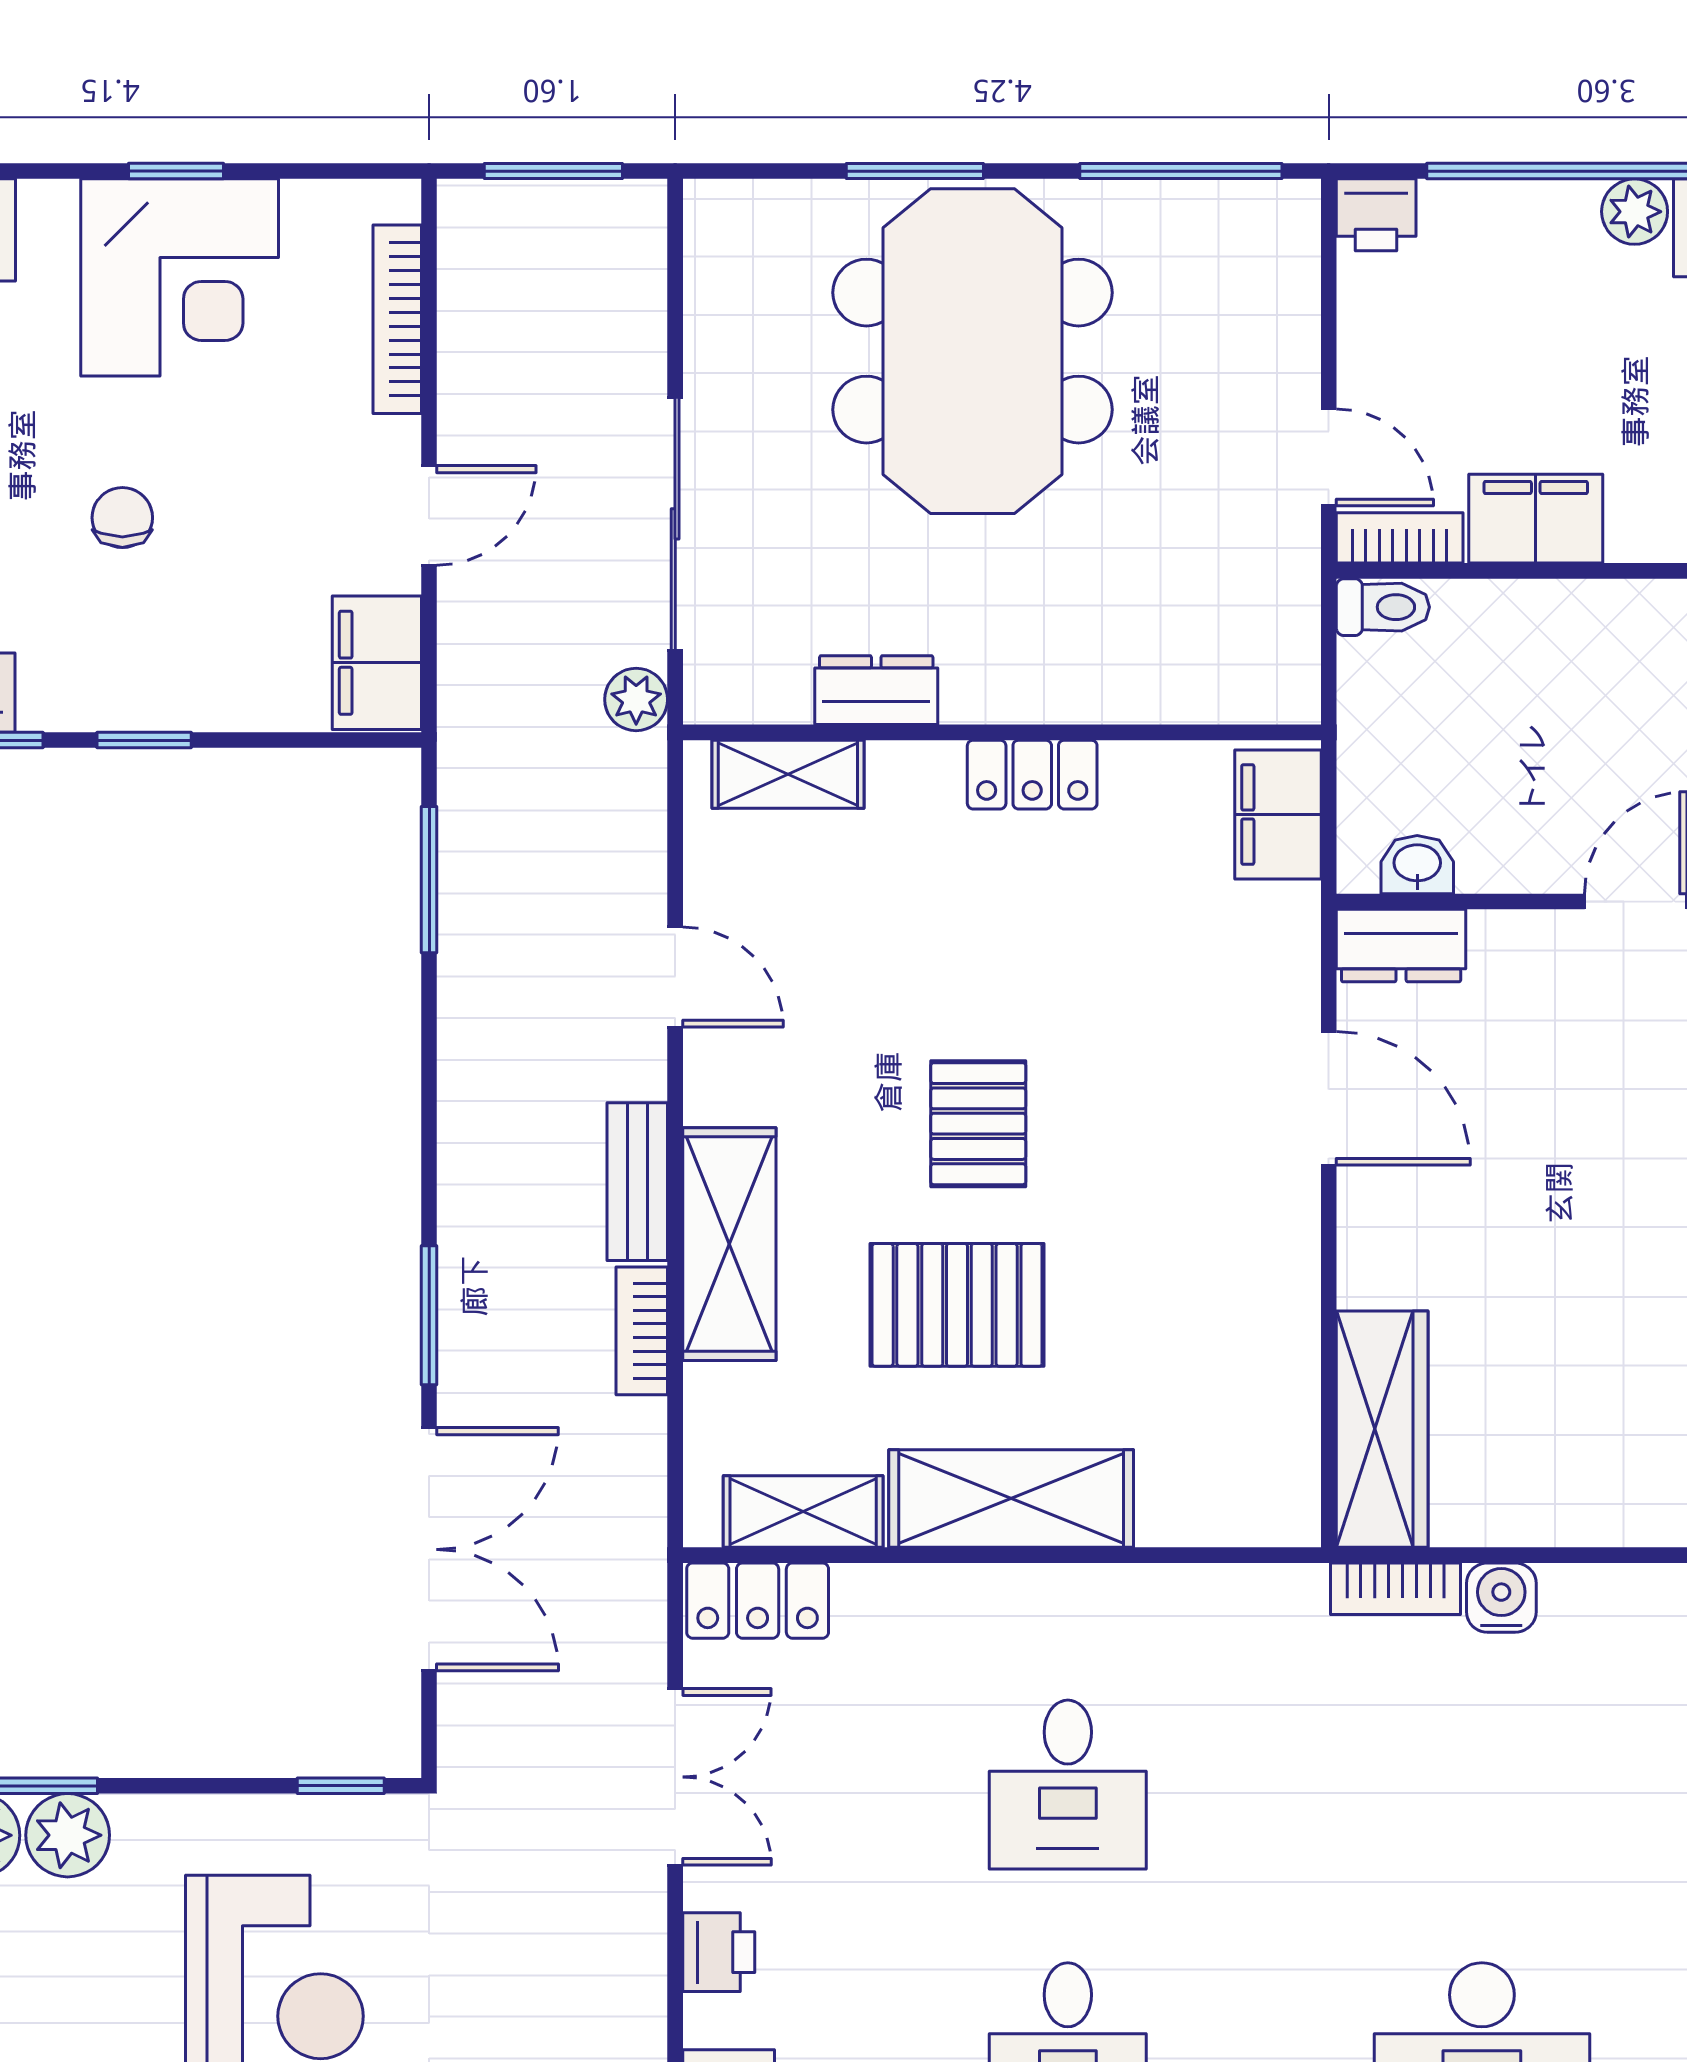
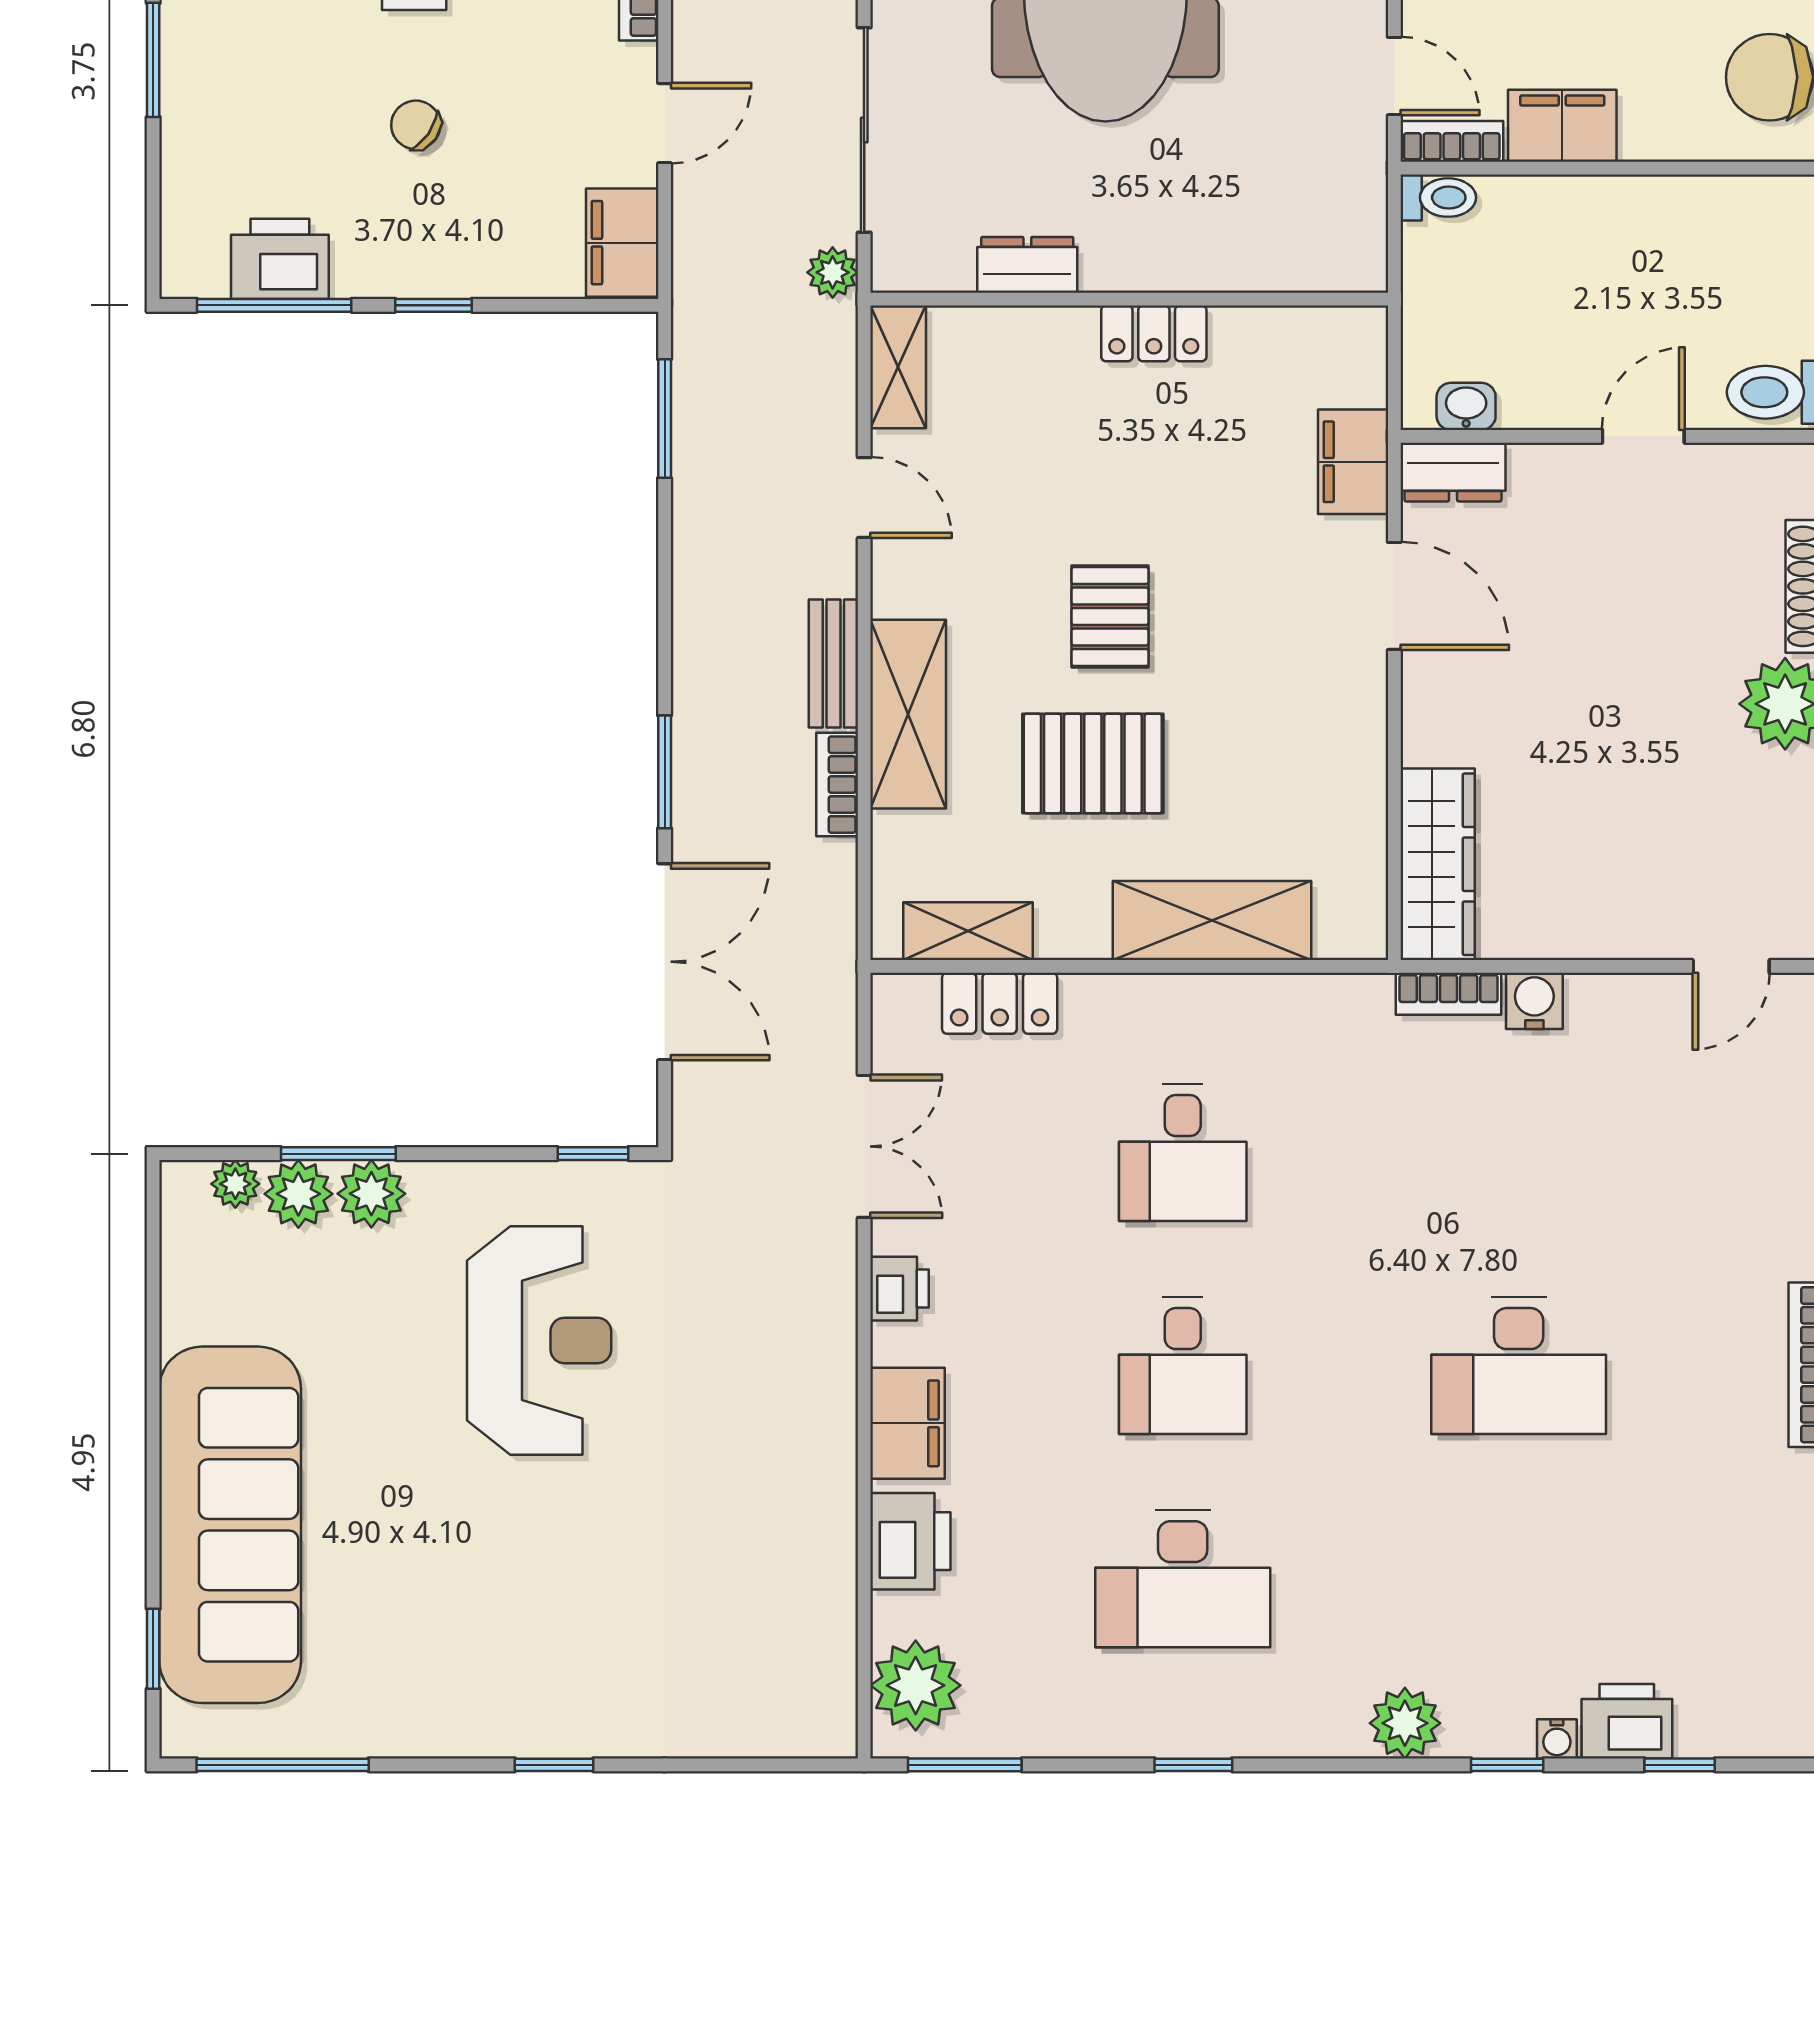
chair: (122, 518) -> (416, 125), turned -55
shelving: (788, 774) -> (898, 367), moved, turned 90
filing cabinet: (1278, 815) -> (1353, 462), moved
shelving: (1011, 1499) -> (1212, 921), moved
locker: (758, 1601) -> (1000, 1003), moved

